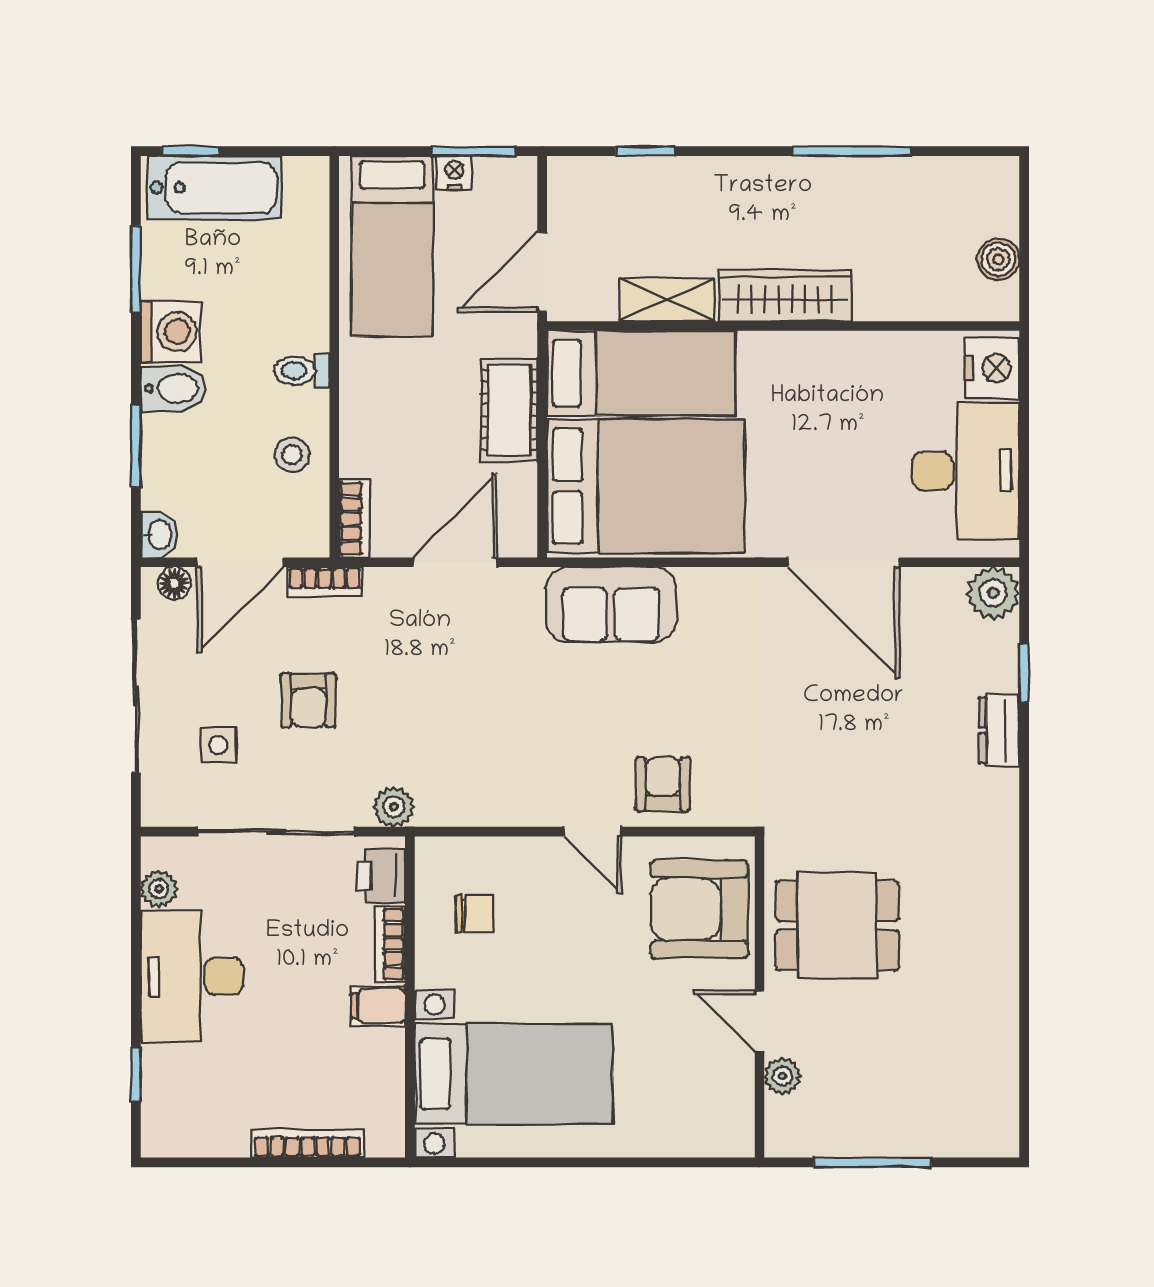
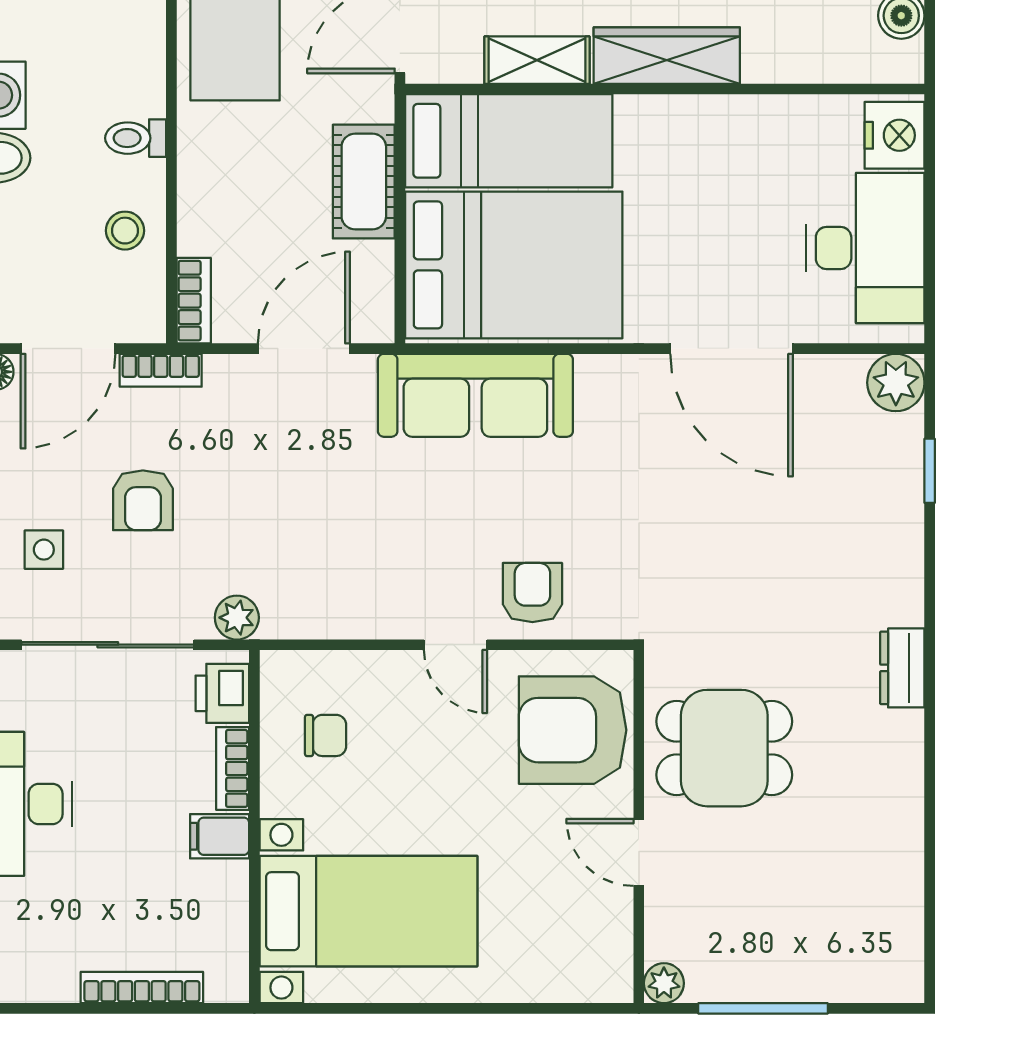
sofa: (611, 605) -> (475, 395), width x1.36
dresser: (999, 730) -> (902, 668), moved
plant: (782, 1076) -> (664, 983), moved

